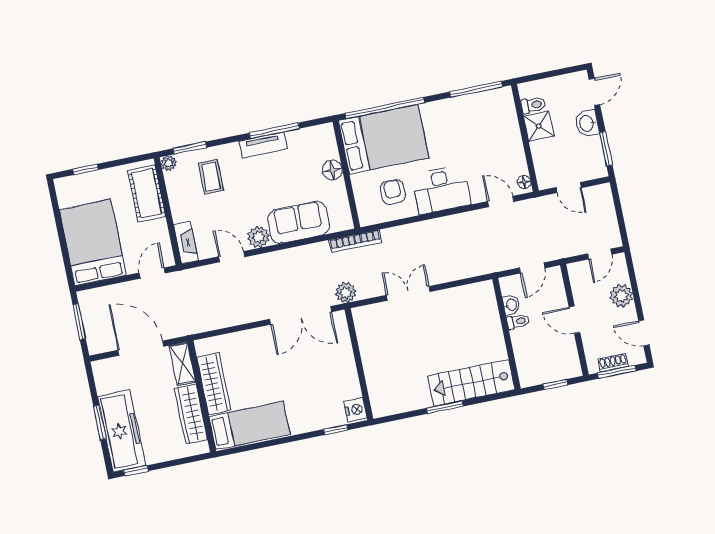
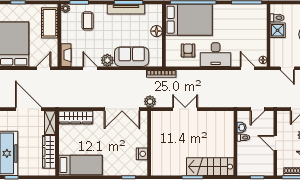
tv unit: (263, 145) -> (126, 9), width x1.41
wardrobe: (214, 384) -> (76, 117), moved, turned 90
nightstand: (355, 410) -> (142, 154), moved

